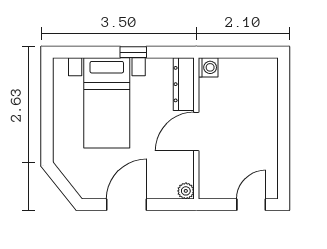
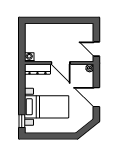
window: (133, 52) -> (22, 121), moved
door: (251, 205) -> (96, 49), moved

